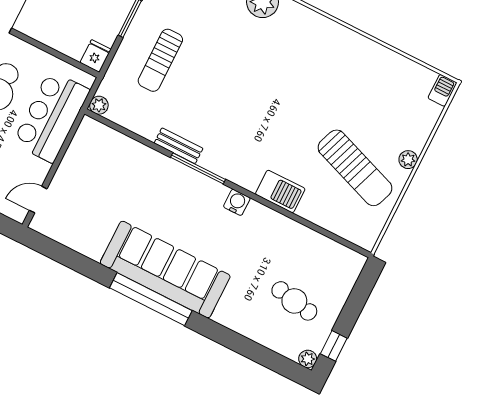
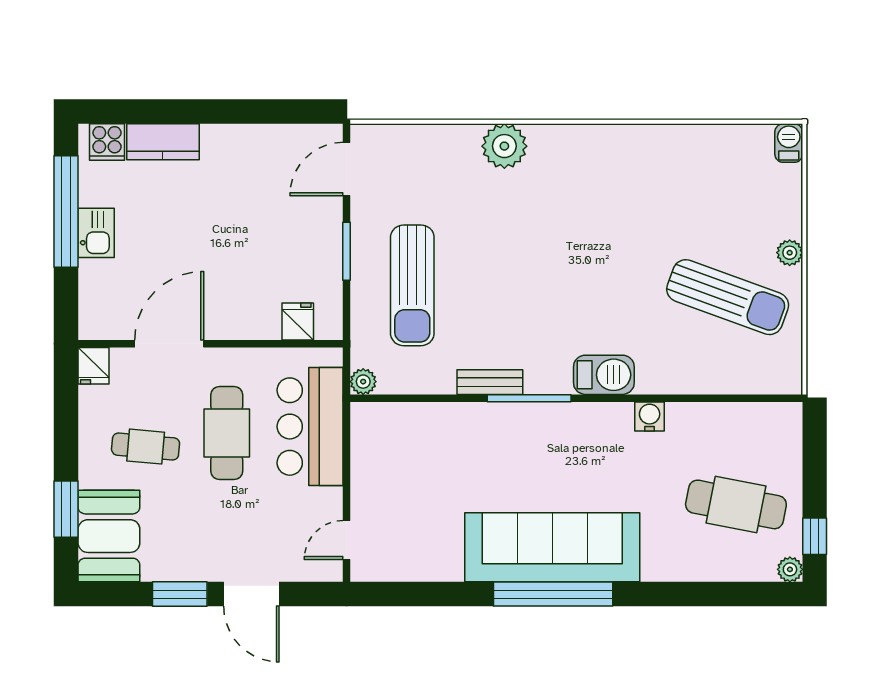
fridge: (95, 56) -> (298, 321), moved
sun lounger: (160, 60) -> (412, 285), width x1.36, depth x1.34
barbecue: (280, 191) -> (604, 375), moved
water cooler: (237, 202) -> (650, 416), moved
cafe table: (294, 301) -> (736, 504), width x1.37, depth x1.35

